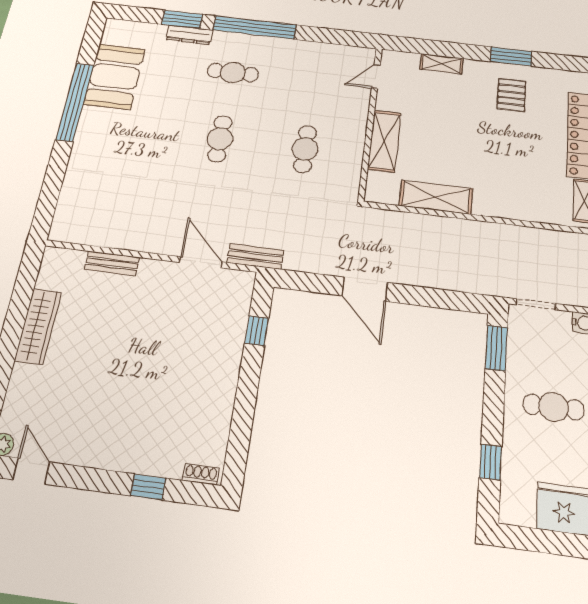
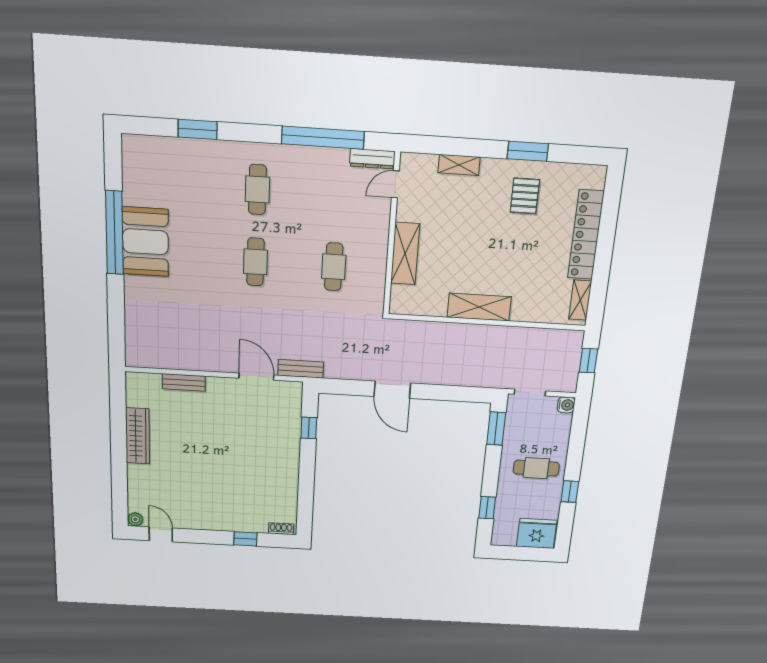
window: (255, 27) -> (323, 138), moved
dresser: (189, 35) -> (372, 159), moved
cafe table: (233, 73) -> (257, 190), turned 90
booth: (115, 77) -> (145, 242), moved
shelving: (436, 197) -> (479, 307), moved

